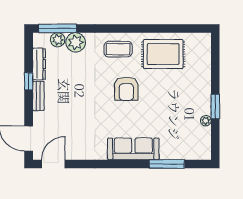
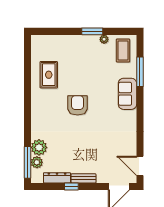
coffee table: (118, 49) -> (123, 51), moved
rug: (163, 54) -> (49, 75), width x0.73, depth x0.70
armchair: (126, 89) -> (77, 105), turned -90
sofa: (133, 149) -> (127, 94), width x0.73

